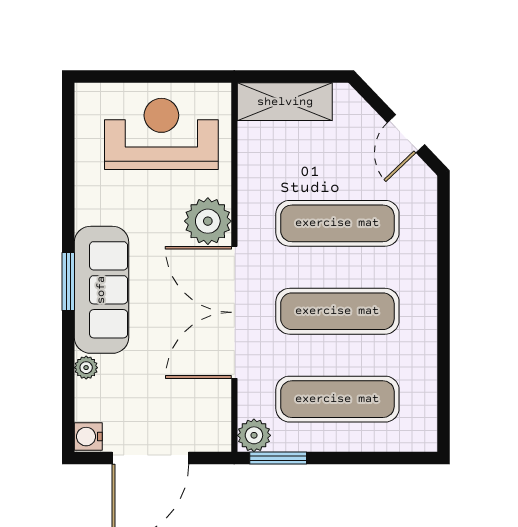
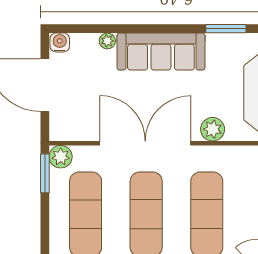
plant: (208, 221) -> (213, 129), width x0.73, depth x0.73
window: (68, 282) -> (226, 29), moved

